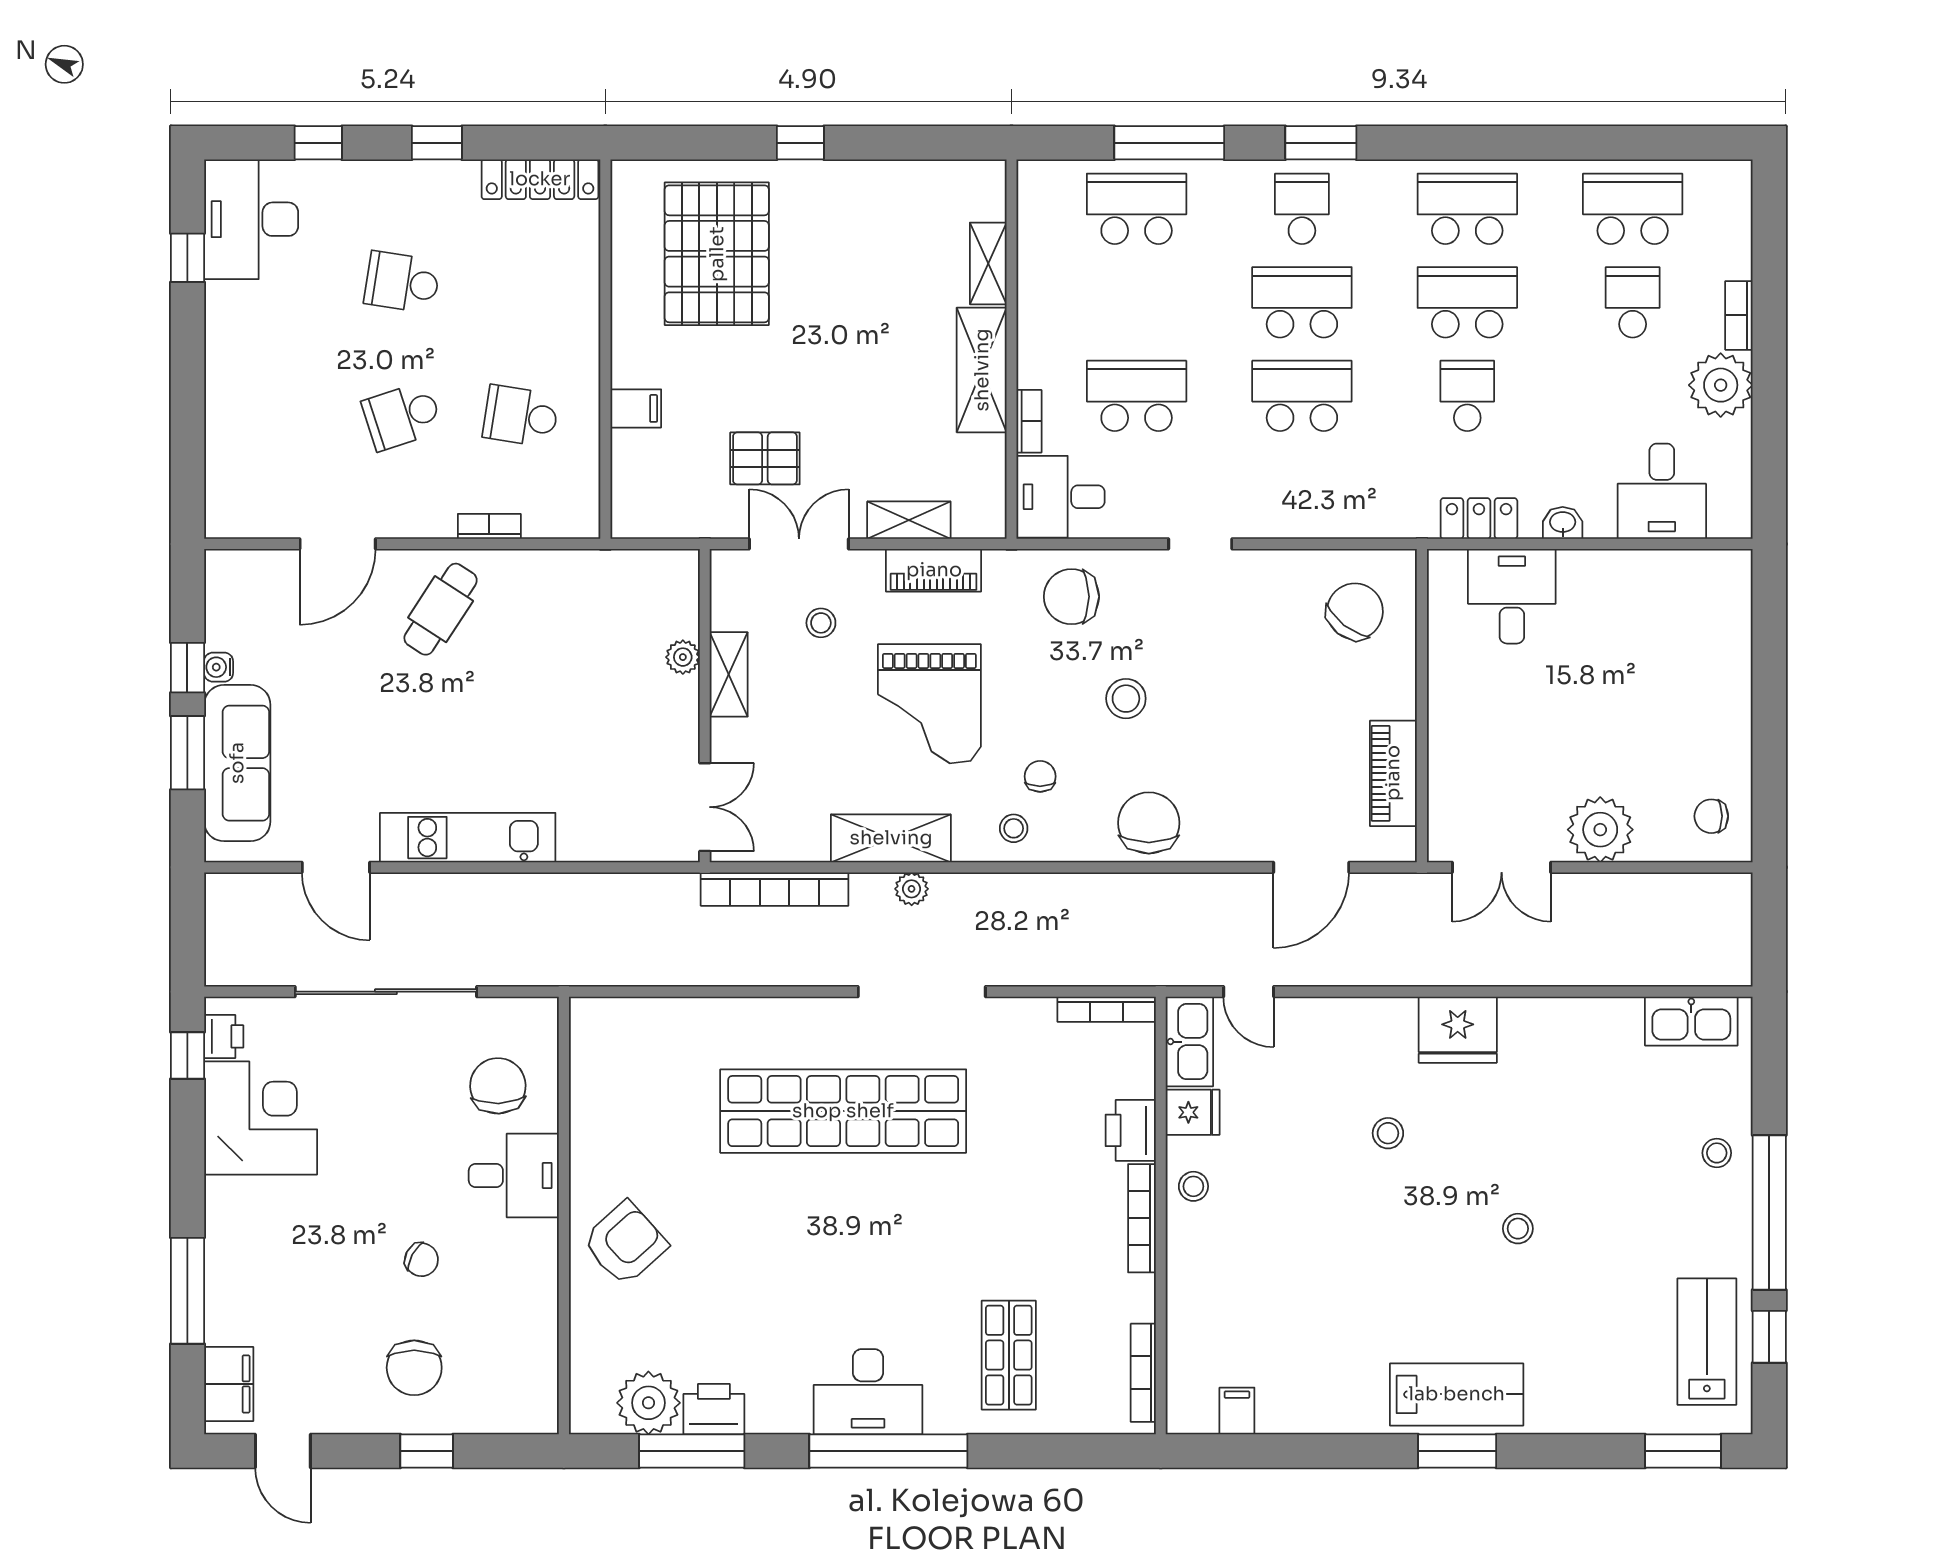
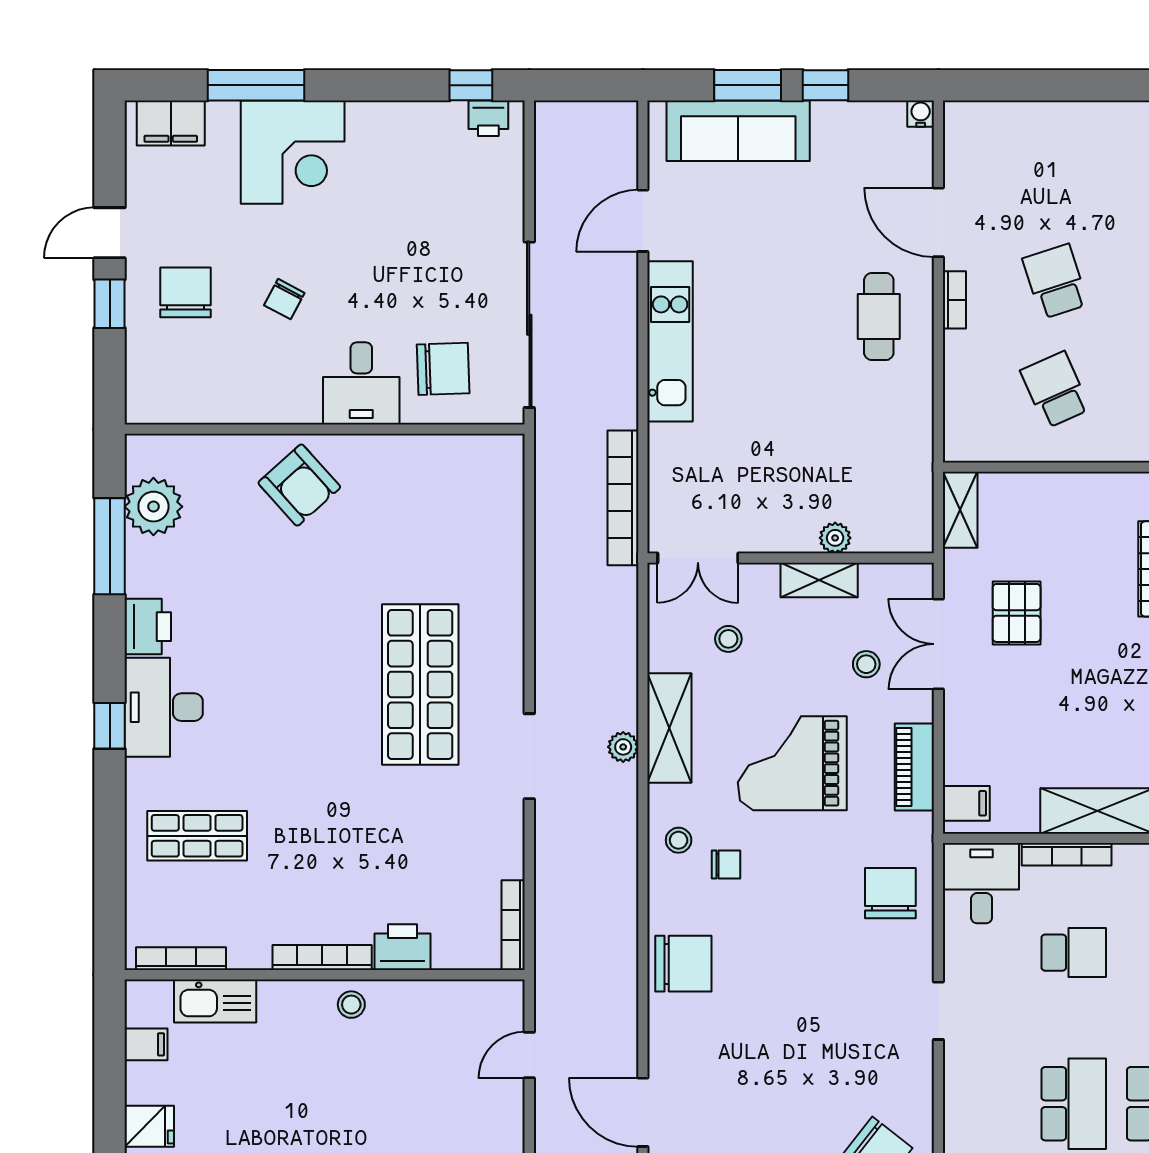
school desk: (1137, 396) -> (1074, 953), width x0.54
filing cabinet: (636, 408) -> (966, 803), moved, turned -90
school desk: (521, 416) -> (1055, 390), turned -33
bookcase: (1029, 421) -> (1067, 854), width x1.56
shelving: (909, 520) -> (960, 510), moved
bookcase: (489, 526) -> (954, 300), moved
double door: (799, 544) -> (938, 644), swing flipped
cafe table: (441, 609) -> (879, 317), turned 57
water cooler: (219, 667) -> (921, 114), moved
stool: (1126, 699) -> (728, 639), moved, width x0.73, depth x0.73
bookcase: (775, 889) -> (623, 498), moved
sliding door: (386, 992) -> (529, 325), moved
doorway: (922, 992) -> (529, 756), width x0.73
kitchen sink: (1189, 1042) -> (215, 1001), moved
shop shelf: (843, 1111) -> (420, 684), width x0.71
fridge: (1193, 1112) -> (149, 1126), moved, turned -90
corner desk: (261, 1118) -> (293, 152), moved
chair: (414, 1368) -> (186, 292), turned 90
printer: (714, 1409) -> (148, 627), moved
door: (283, 1451) -> (110, 233), moved
window: (888, 1451) -> (110, 726), width x0.32

